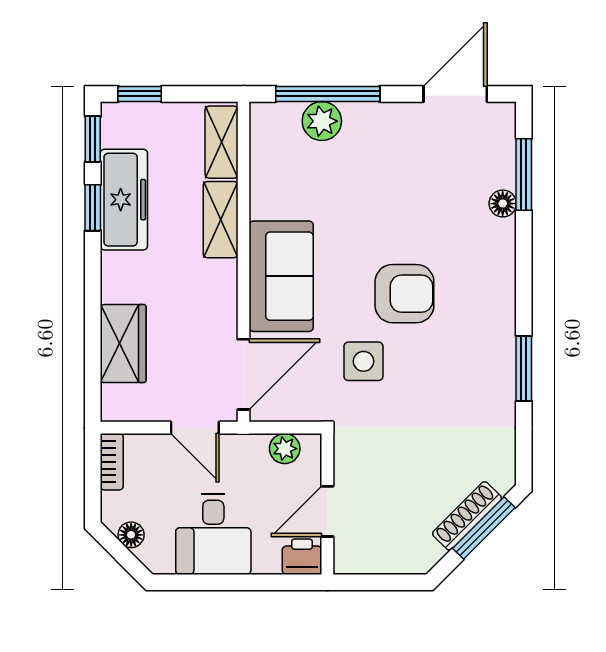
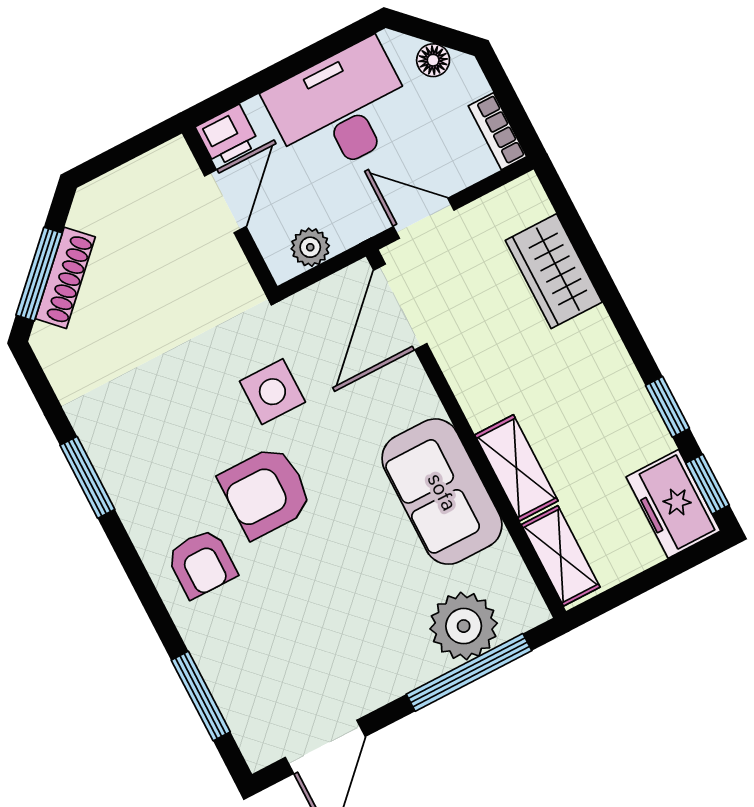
window: (140, 94) -> (681, 562), removed
plant: (322, 121) -> (464, 626), width x1.36, depth x1.36
freezer: (124, 200) -> (673, 504), moved, width x0.71
floor lamp: (503, 204) -> (208, 651), removed
armchair: (475, 267) -> (202, 563), added
sofa: (281, 276) -> (442, 492), moved
desk: (213, 534) -> (341, 109), width x1.37

